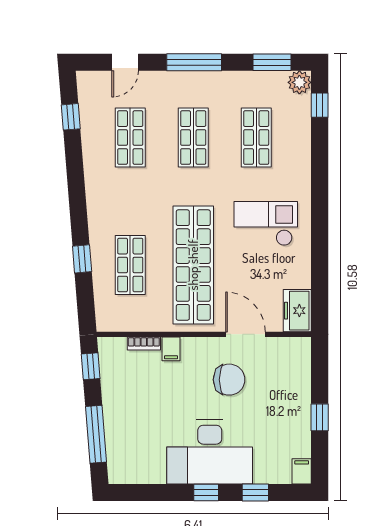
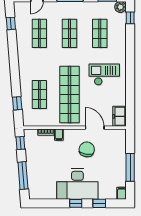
window: (82, 259) -> (17, 103), moved
chair: (229, 380) -> (87, 149), turned -81
window: (320, 417) -> (130, 167), width x2.17

